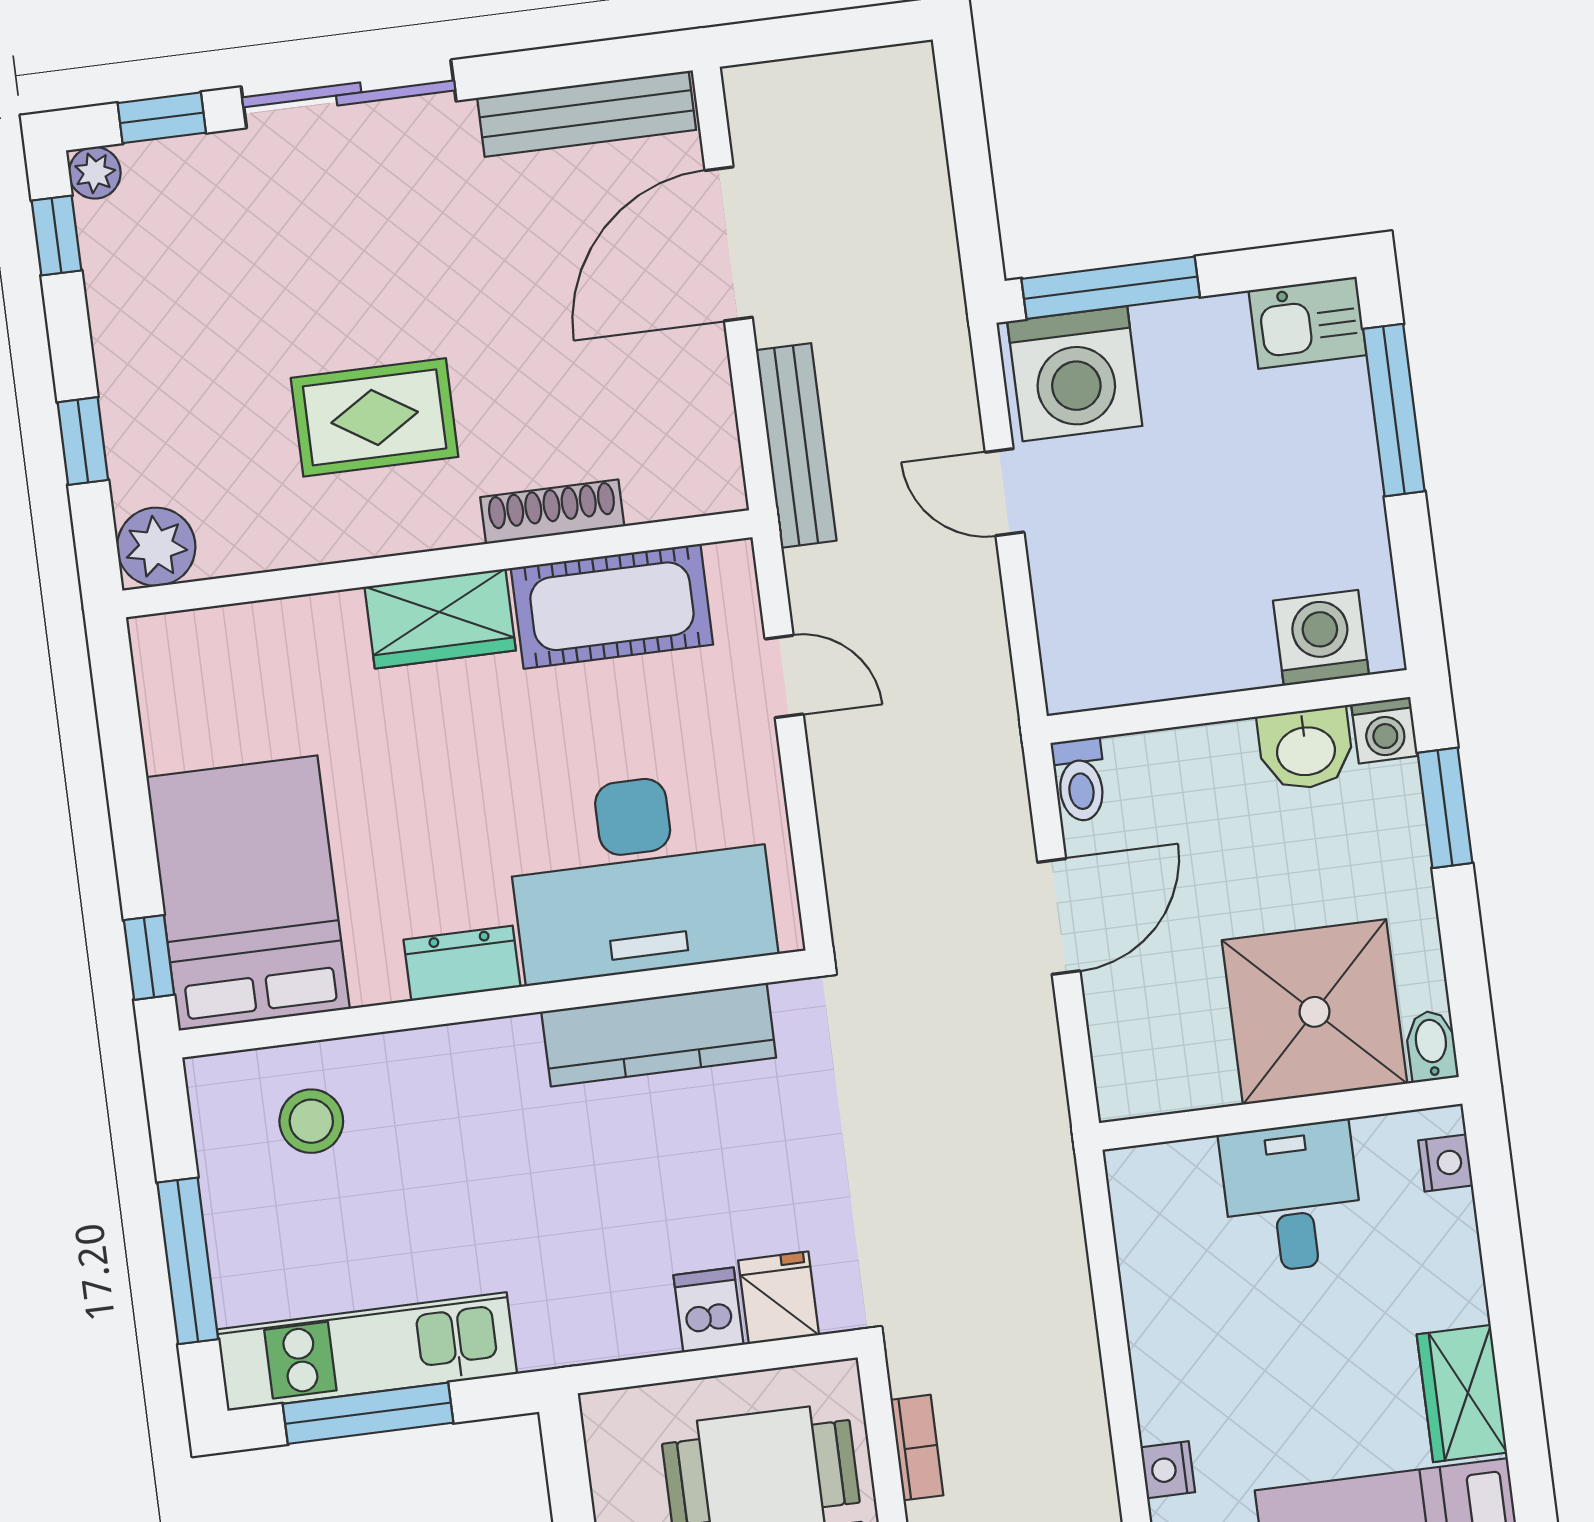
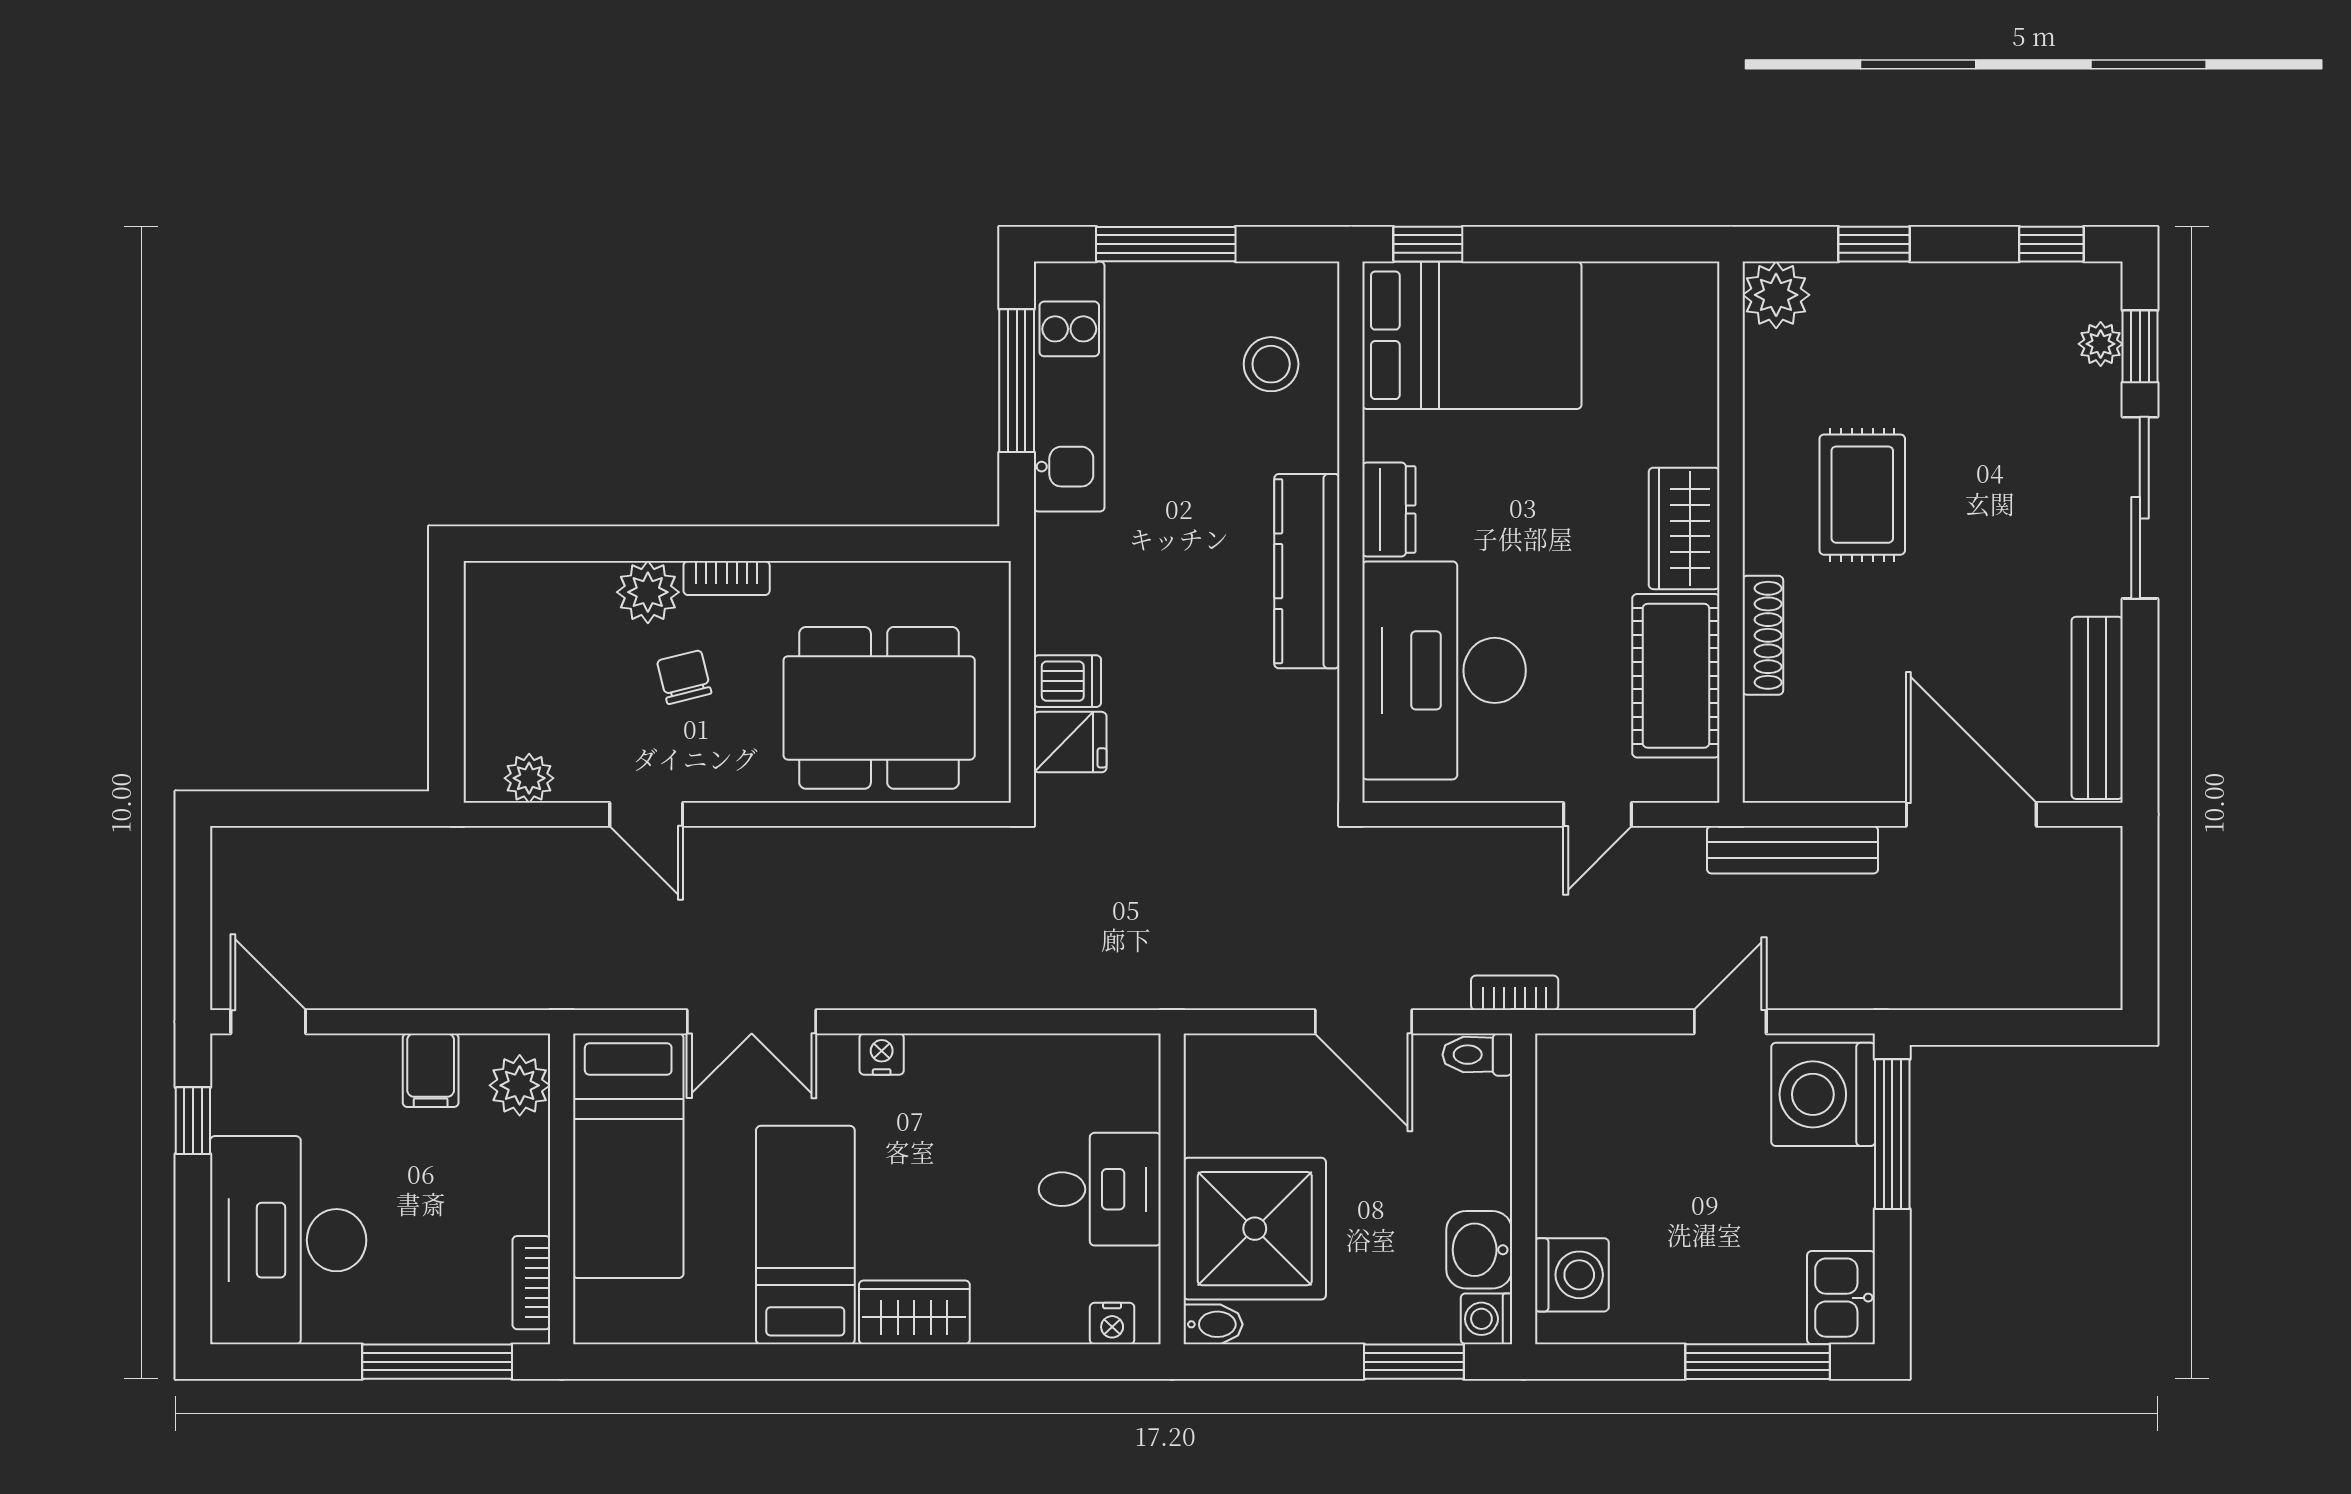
plant: (95, 173) -> (2101, 344), moved
kitchen counter: (659, 1035) -> (1307, 571), moved
bookcase: (917, 1448) -> (1515, 993), moved, turned 180

